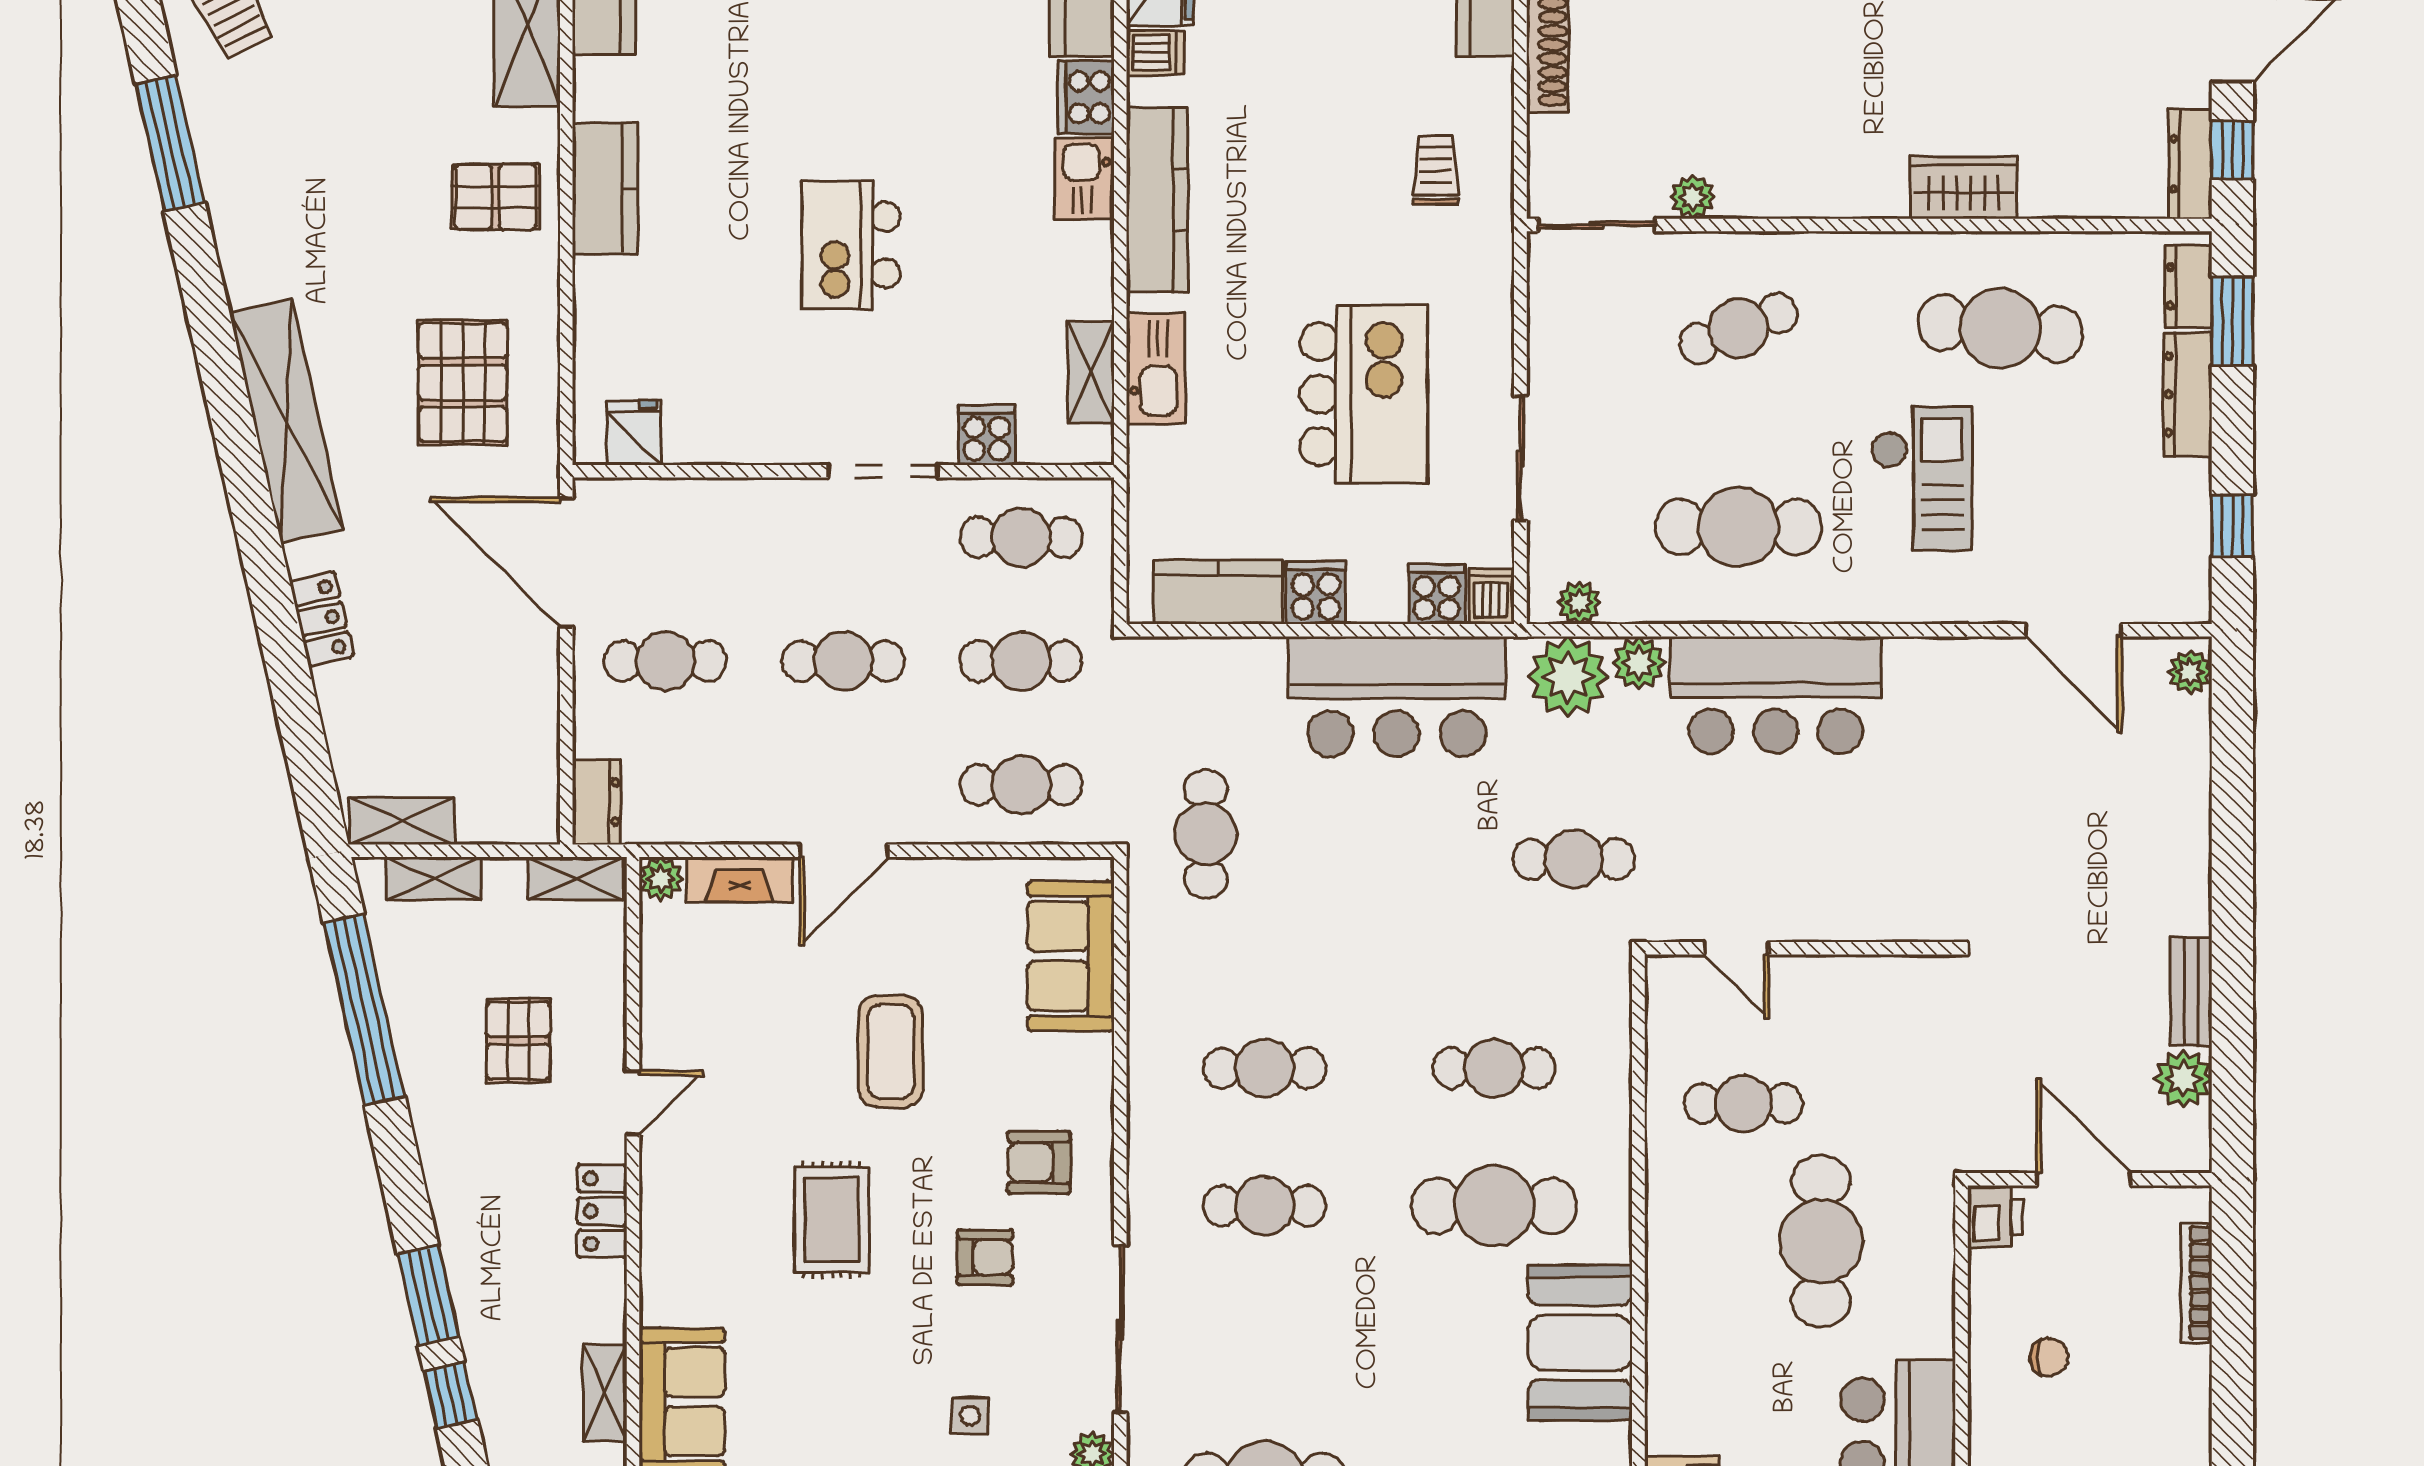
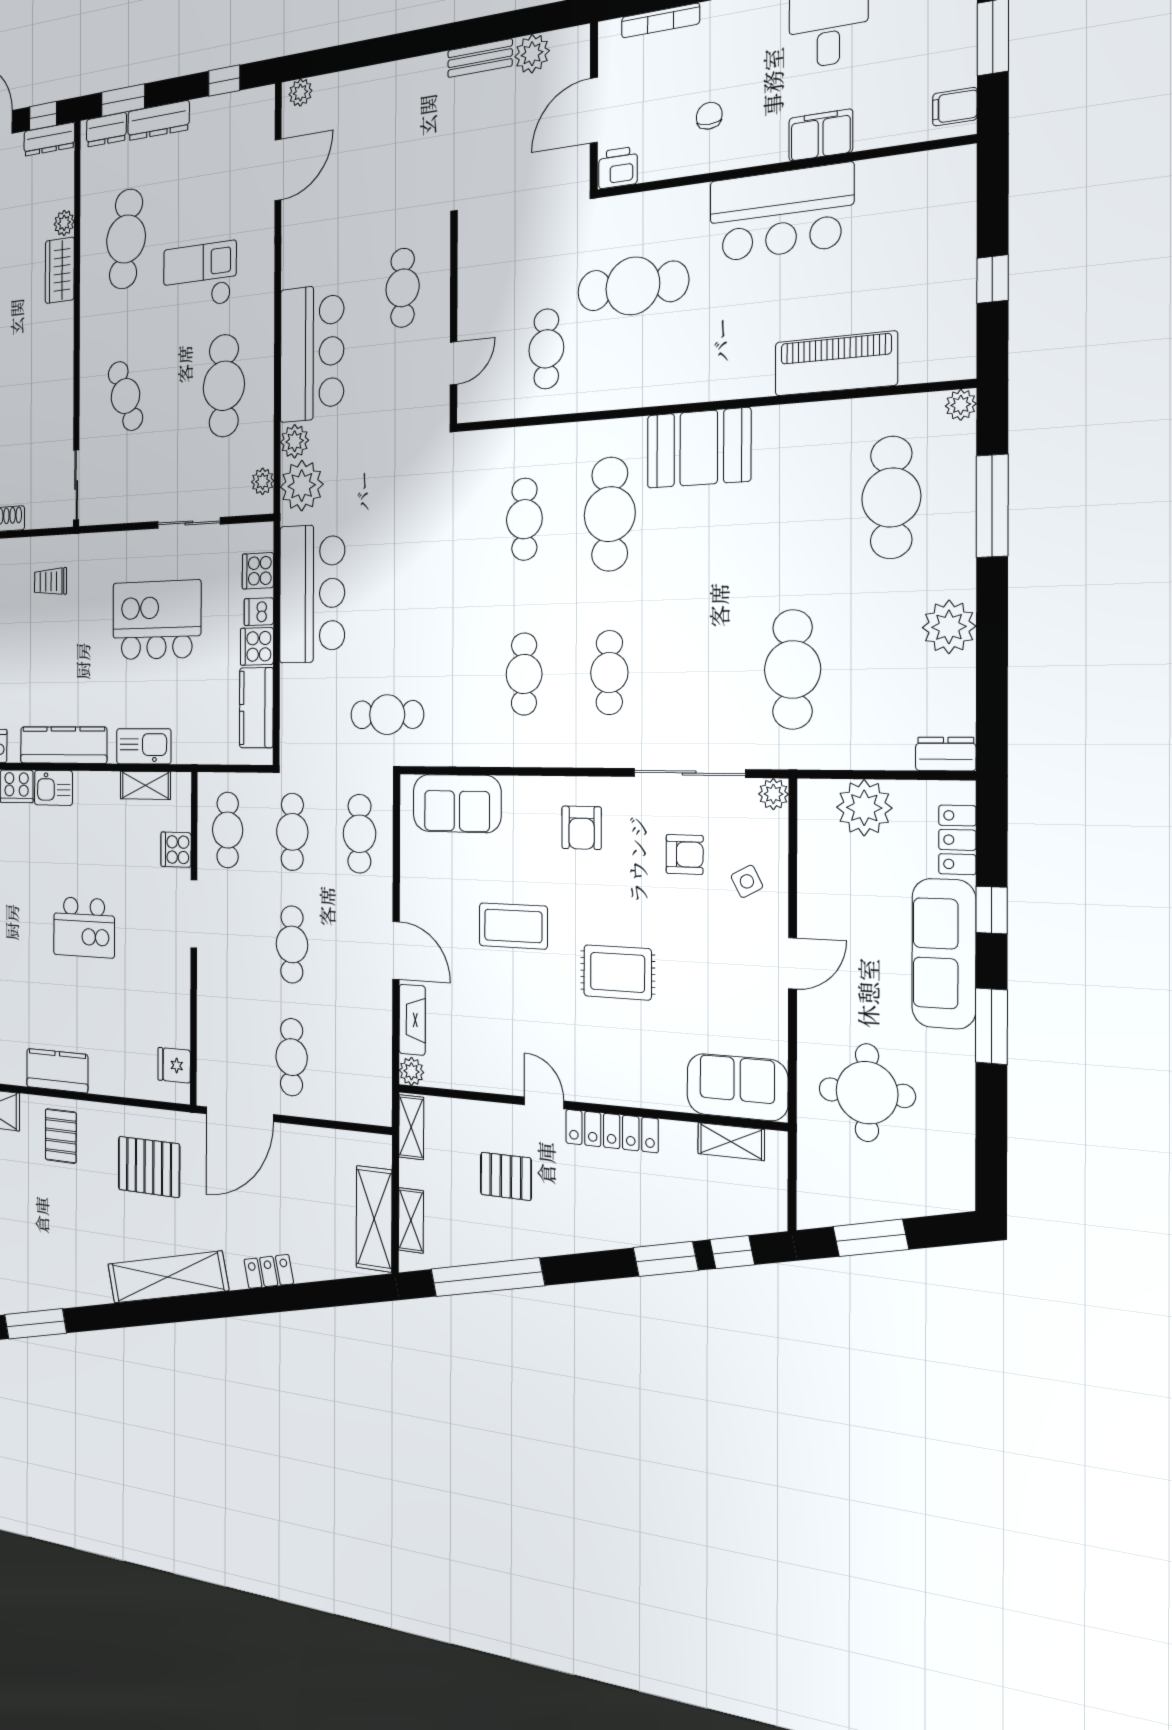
plant: (1693, 197) -> (64, 223), moved
dishwasher: (1491, 596) -> (259, 612), moved
dresser: (596, 802) -> (368, 1109), removed
shelving: (402, 821) -> (374, 1219), width x1.50, depth x1.33
cafe table: (1573, 859) -> (403, 288), moved
locker: (602, 1211) -> (612, 1131), width x1.53
armchair: (985, 1257) -> (685, 854), moved, turned 90
side table: (970, 1415) -> (747, 881), turned -30

